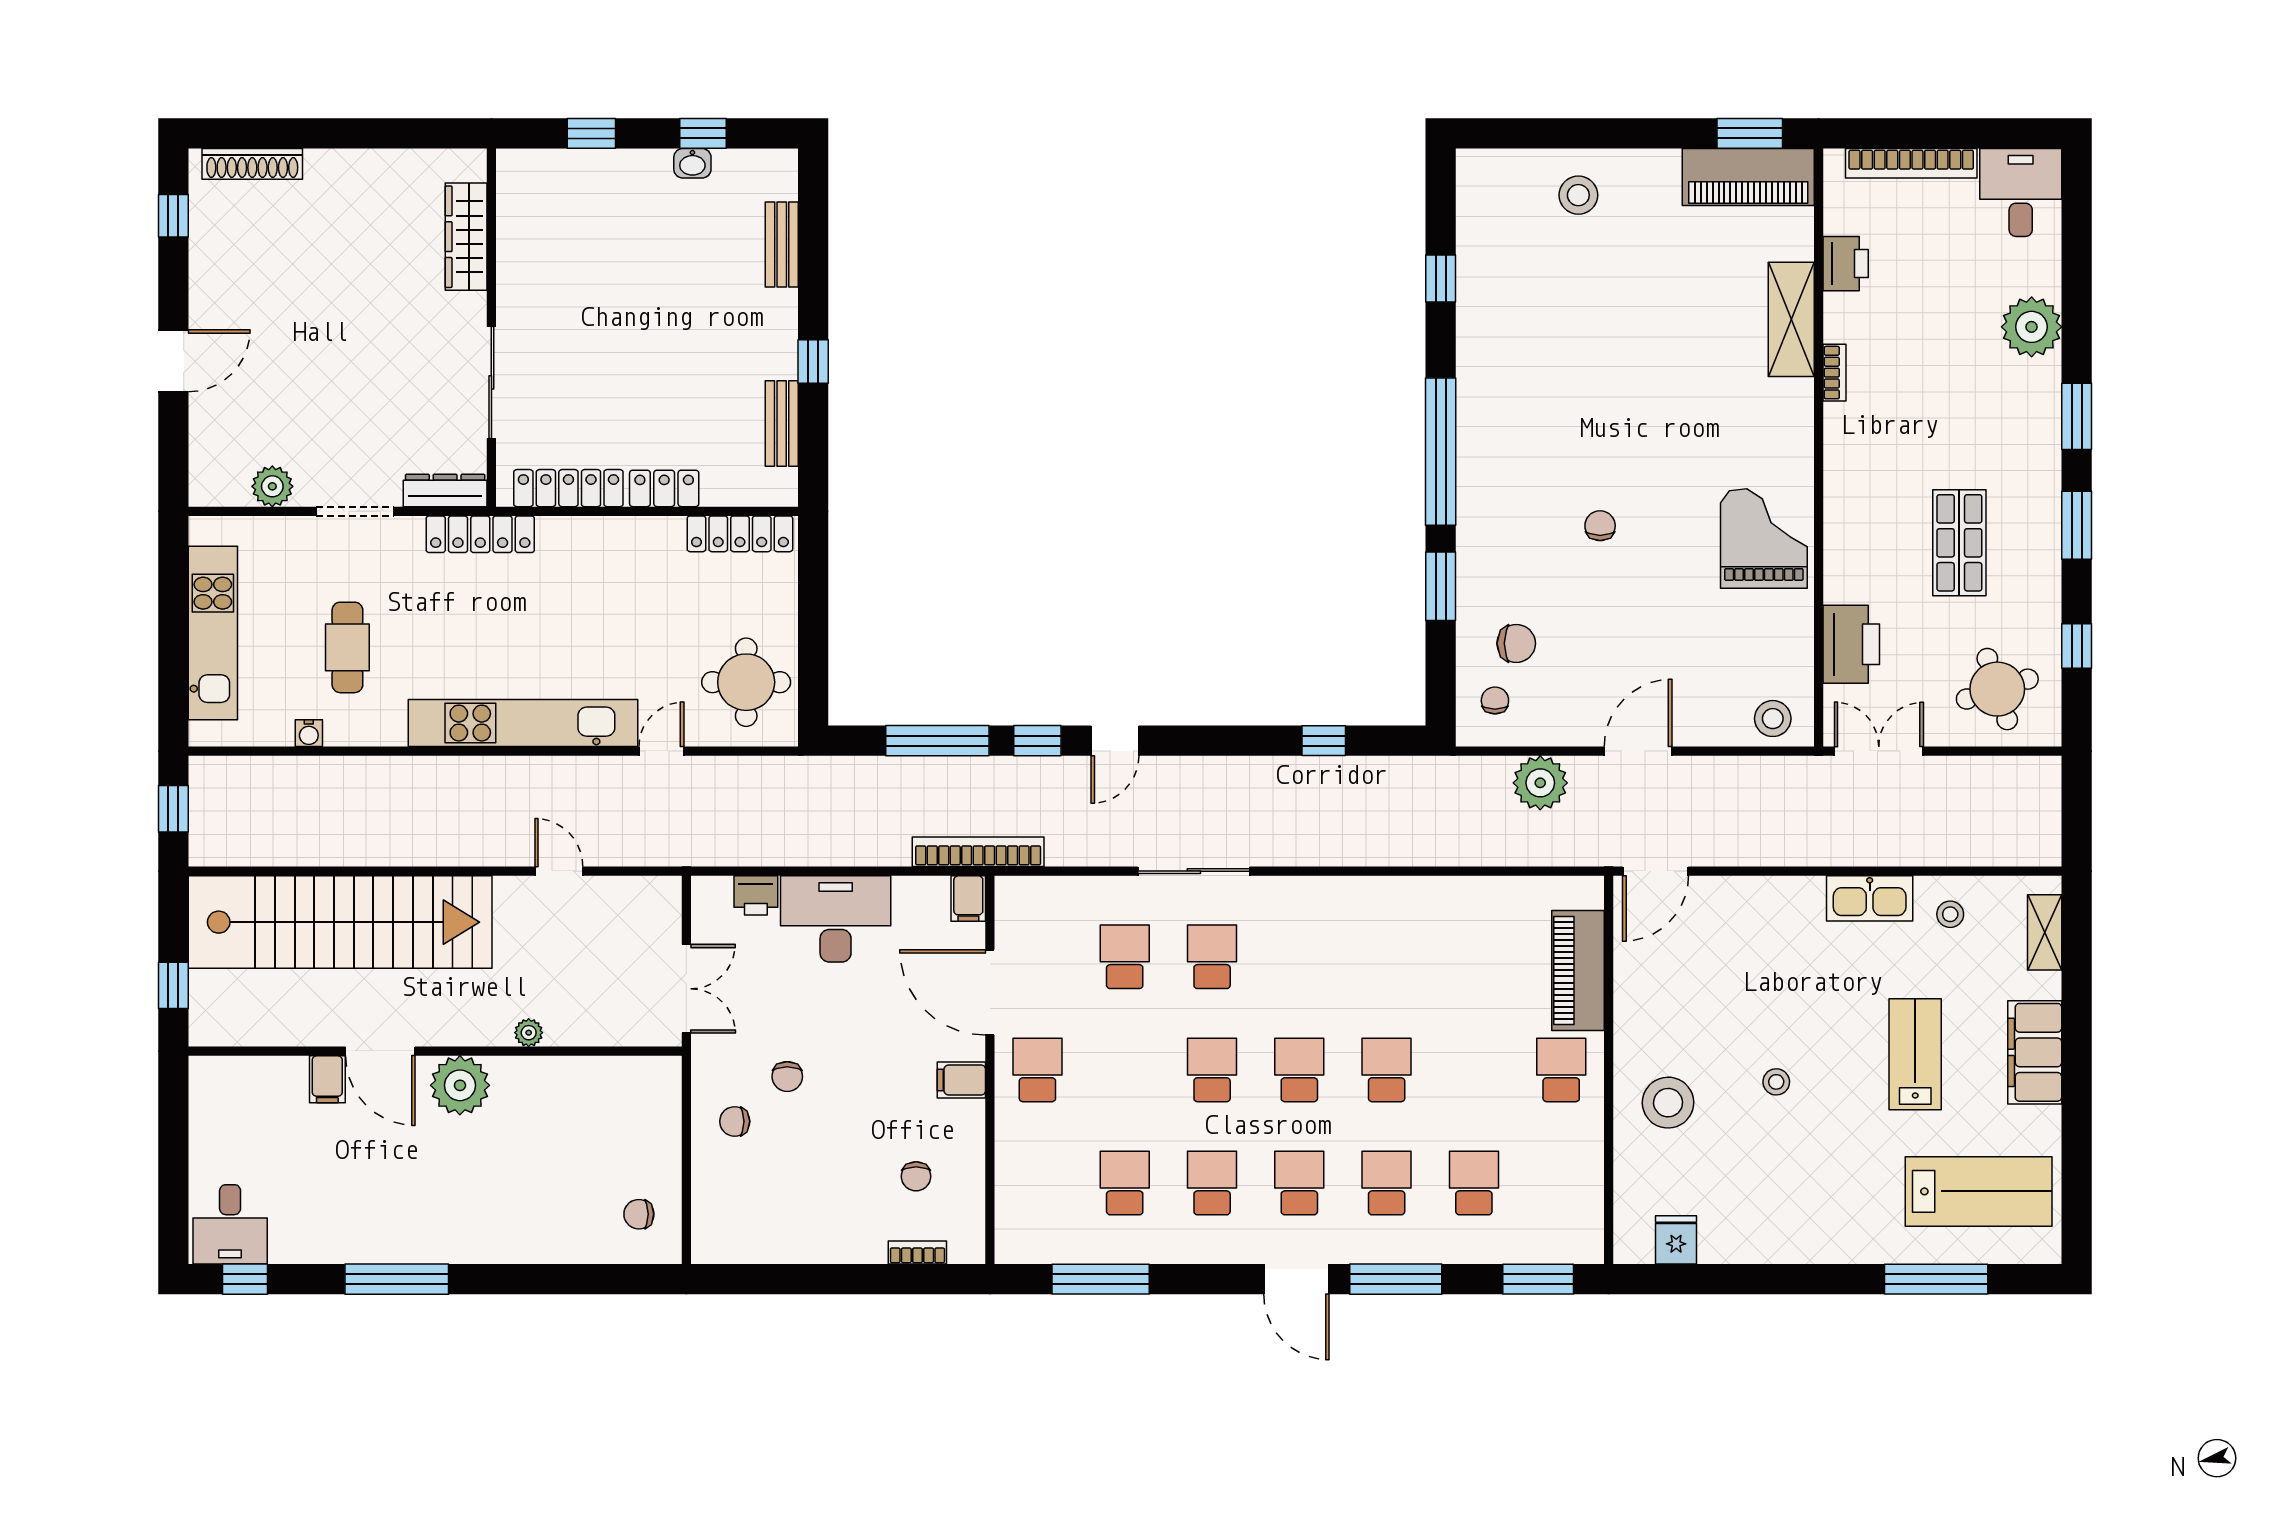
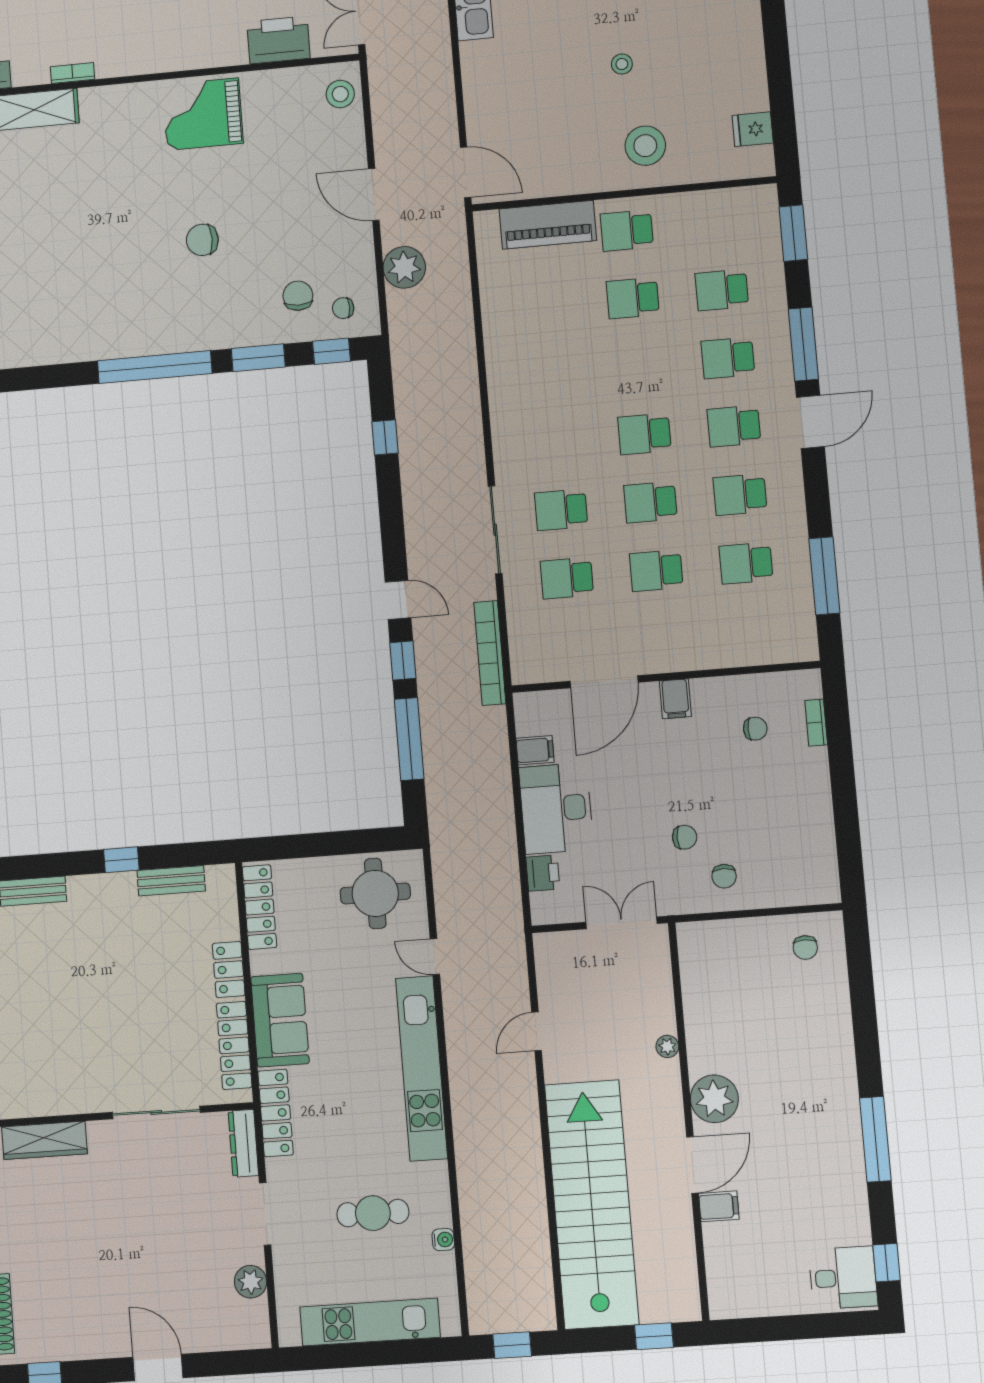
window: (1441, 279) -> (331, 351), moved
chair: (1600, 526) -> (202, 240), width x1.37, depth x1.37
sofa: (596, 549) -> (280, 1020), added
bookcase: (978, 852) -> (490, 653), moved
filing cabinet: (968, 899) -> (535, 750), moved
school desk: (1037, 1070) -> (656, 571), moved
school desk: (1387, 1070) -> (633, 298), moved

